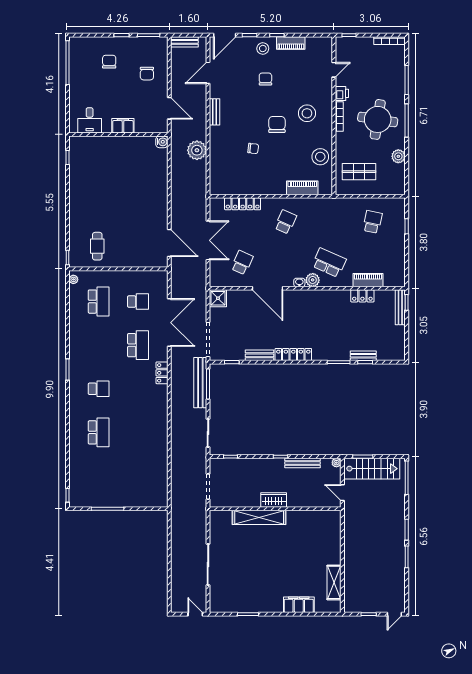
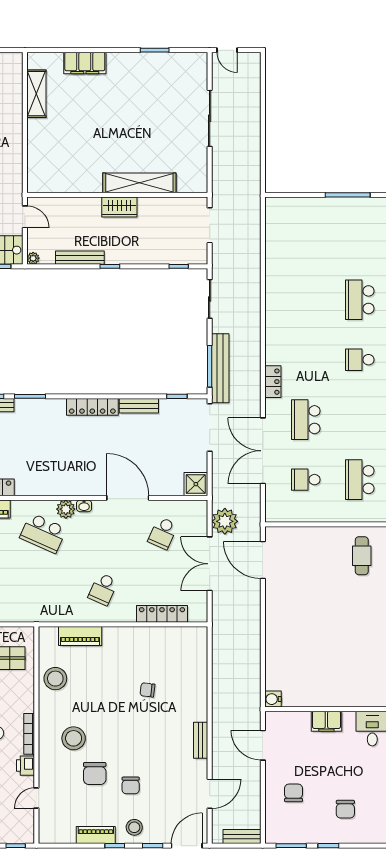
chair: (277, 125) -> (95, 773), moved
plant: (197, 150) -> (225, 521), moved

